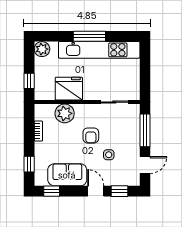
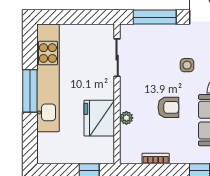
plant: (42, 49) -> (47, 154), removed
plant: (65, 113) -> (126, 118), width x0.53, depth x0.53
armchair: (91, 135) -> (168, 107), moved

